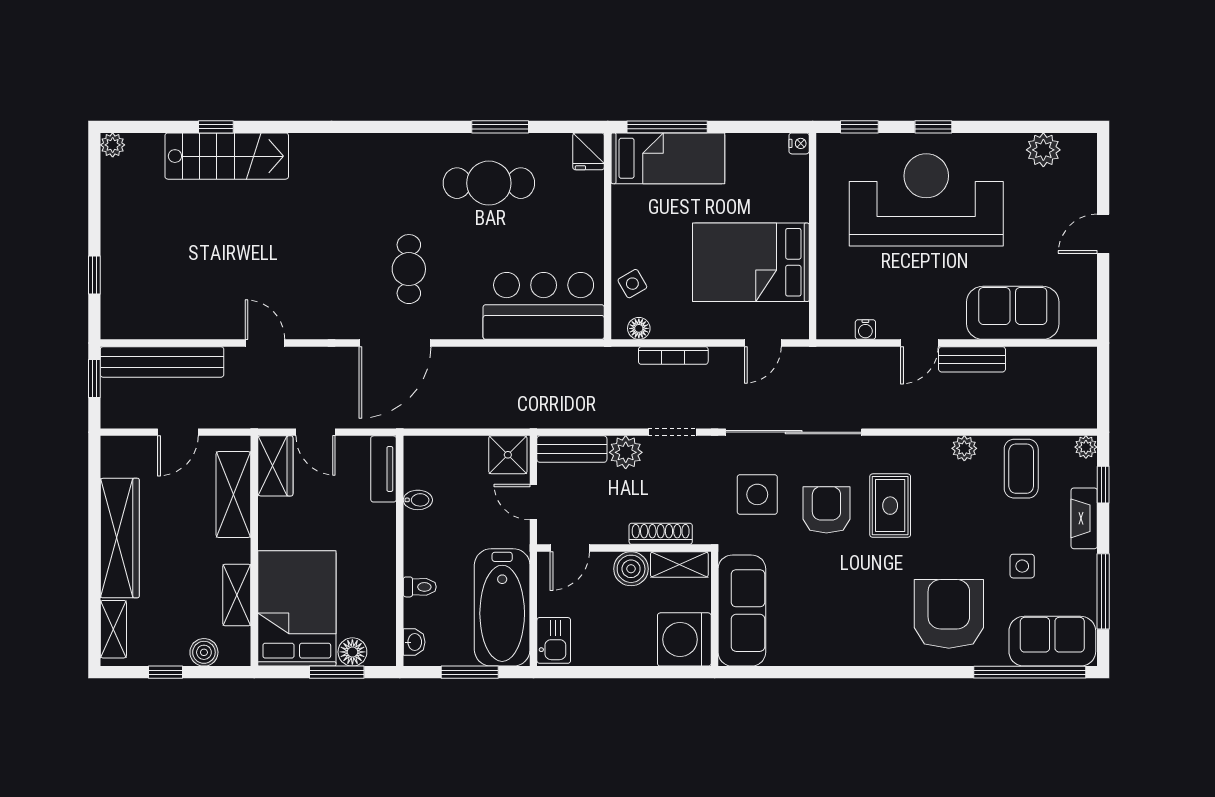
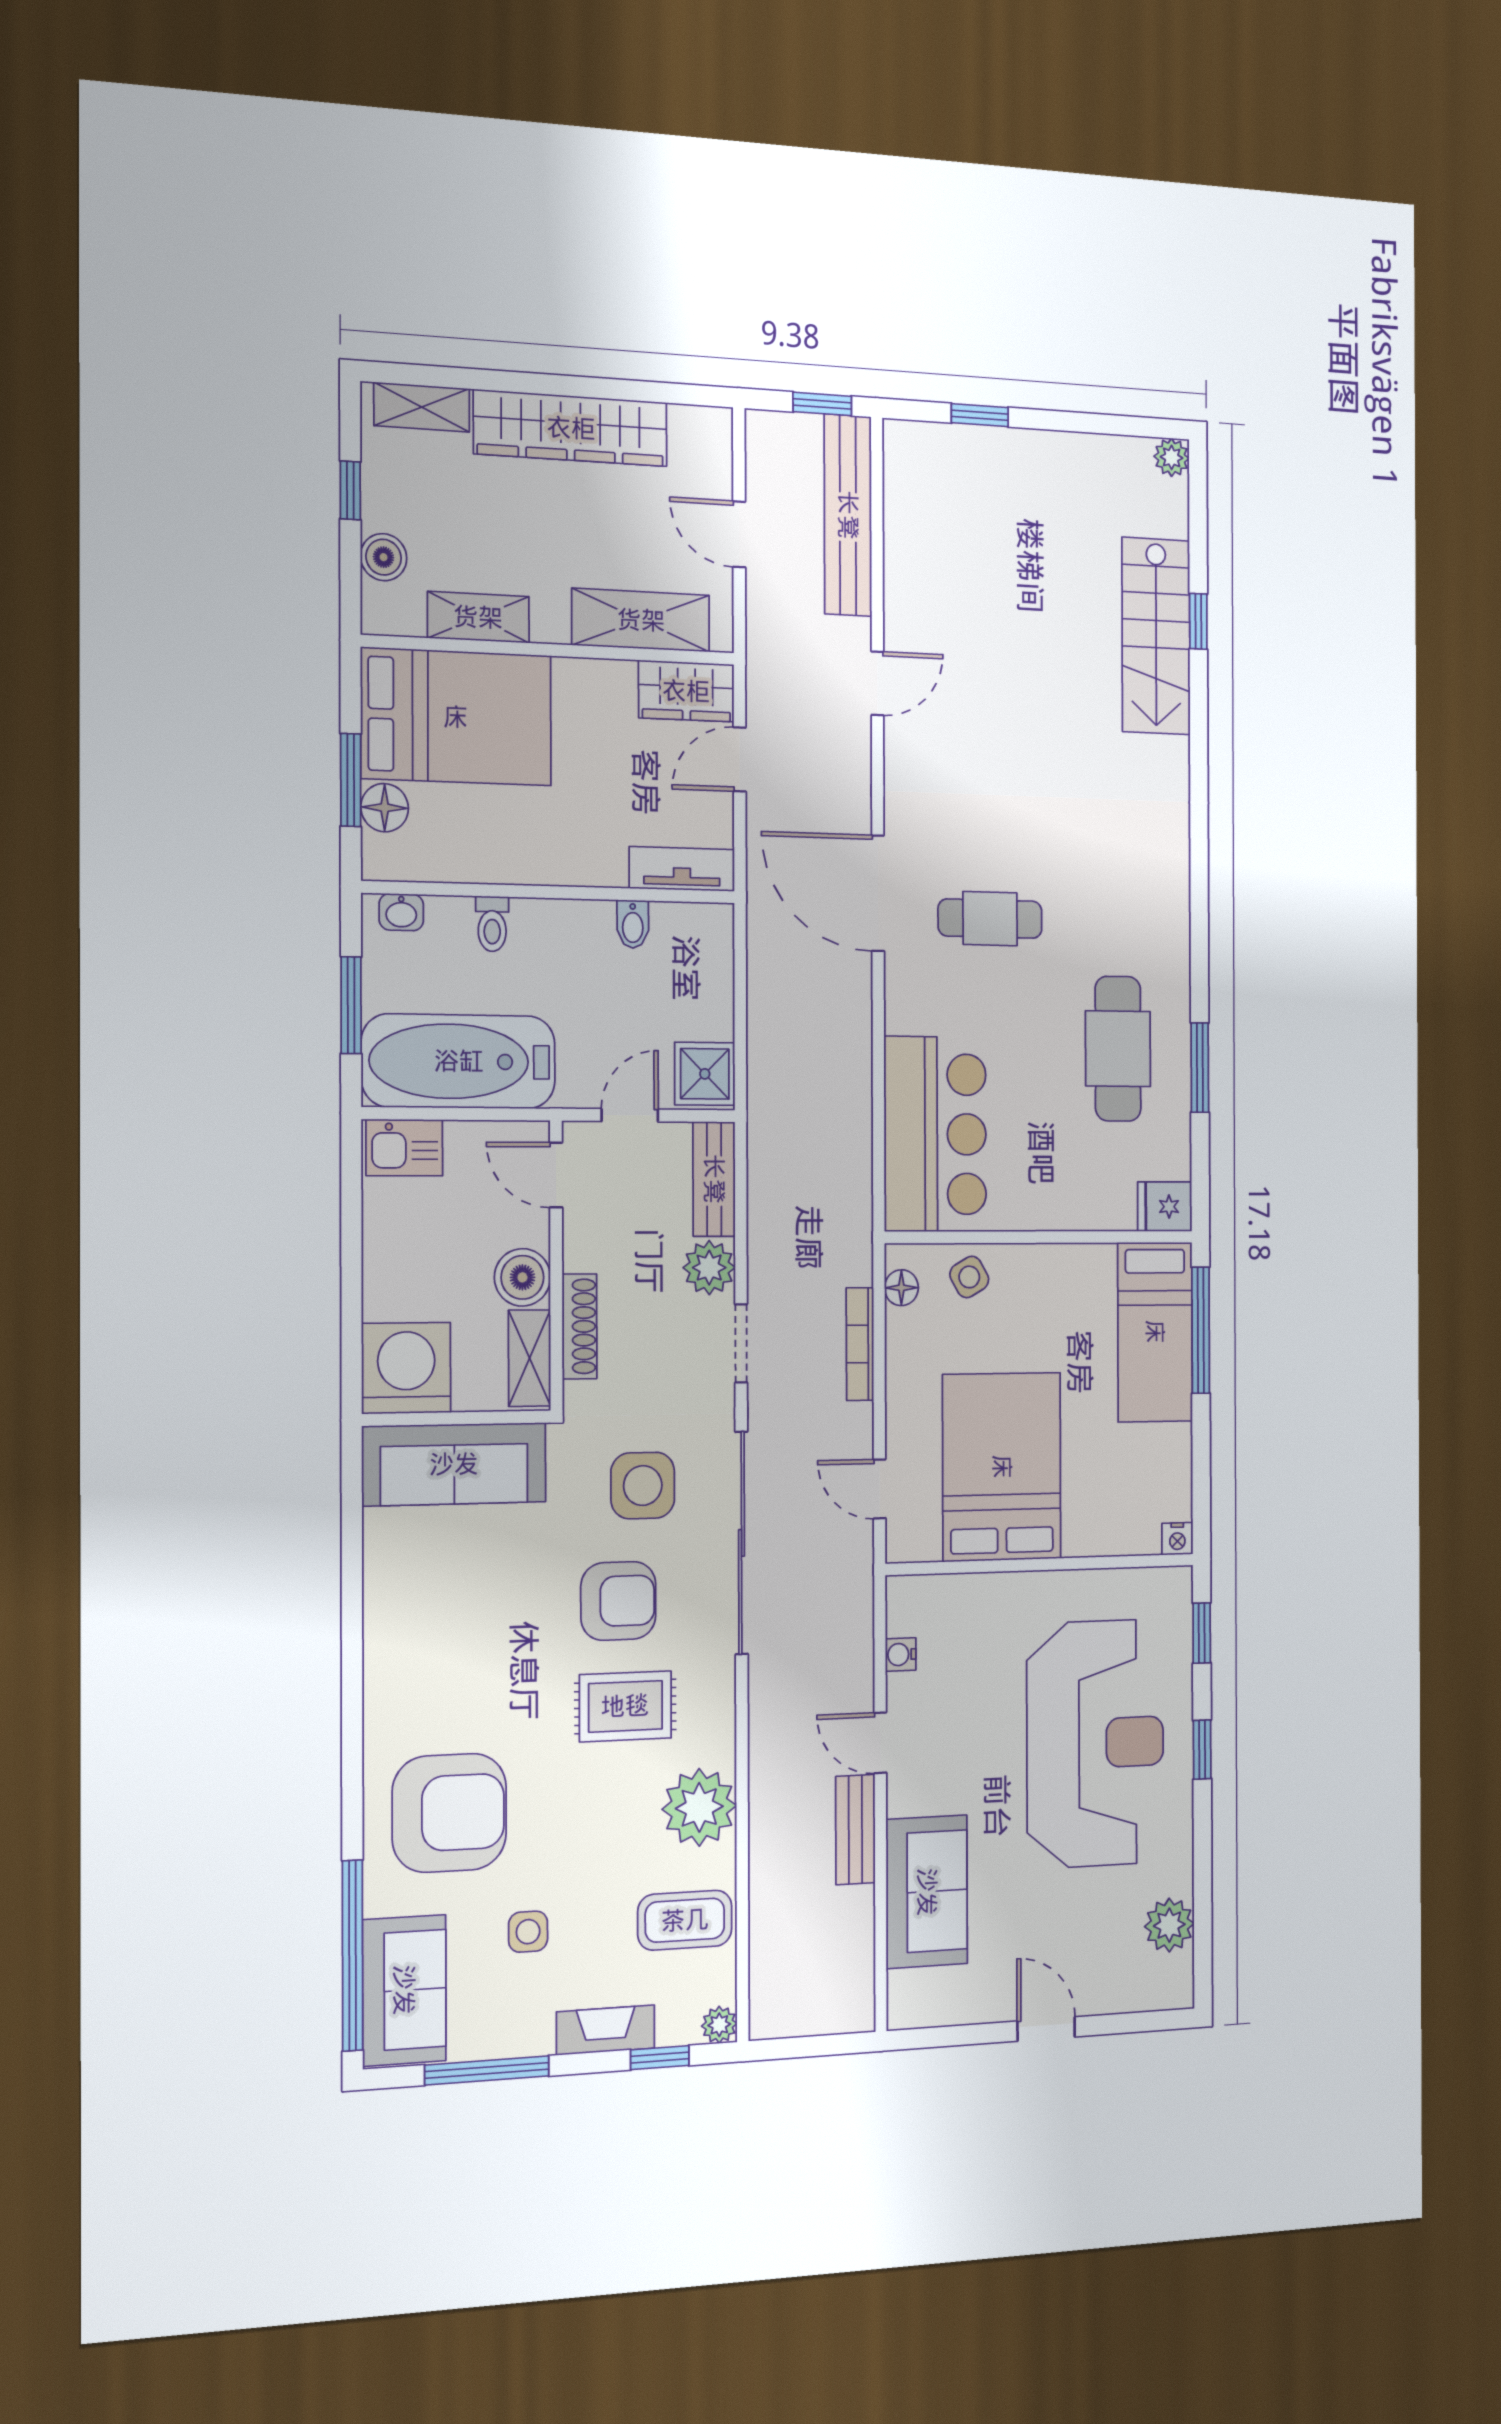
plant: (964, 448) -> (699, 1807), width x1.88, depth x1.88

